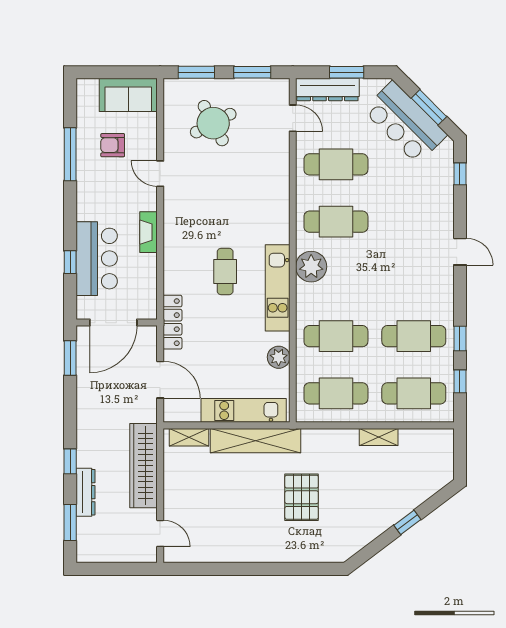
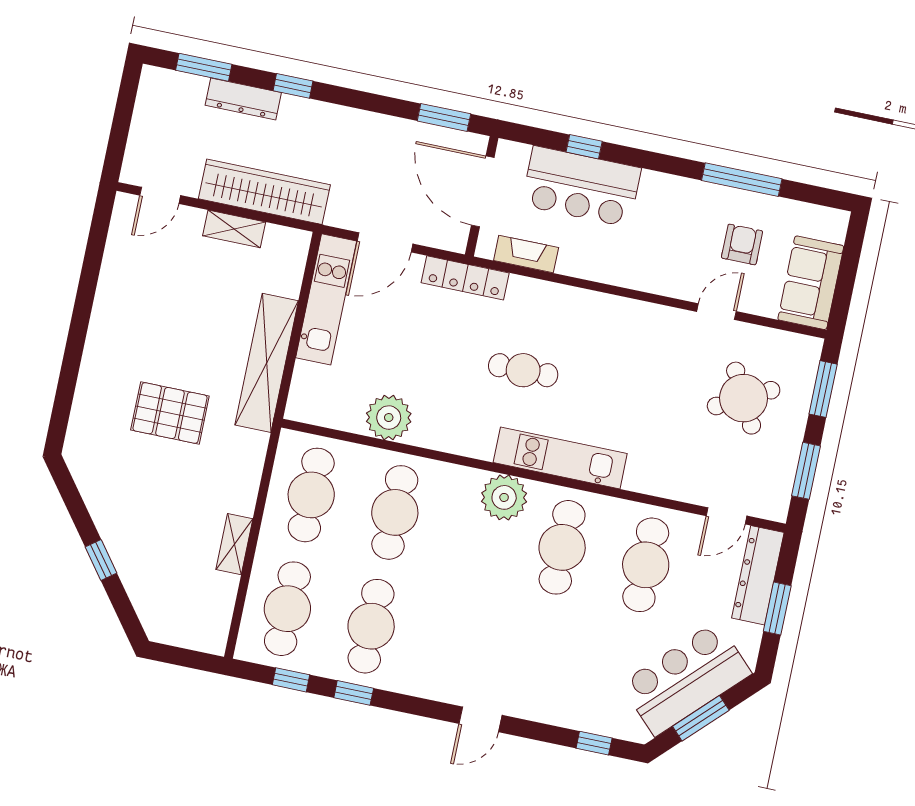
door: (160, 174) -> (716, 312), moved
fireplace: (149, 232) -> (526, 254), moved
kitchen unit: (278, 288) -> (560, 458), moved
plant: (279, 357) -> (389, 418), width x1.36, depth x1.36
kitchen unit: (244, 410) -> (326, 299), moved
shelving: (189, 437) -> (234, 229), moved, turned 90

